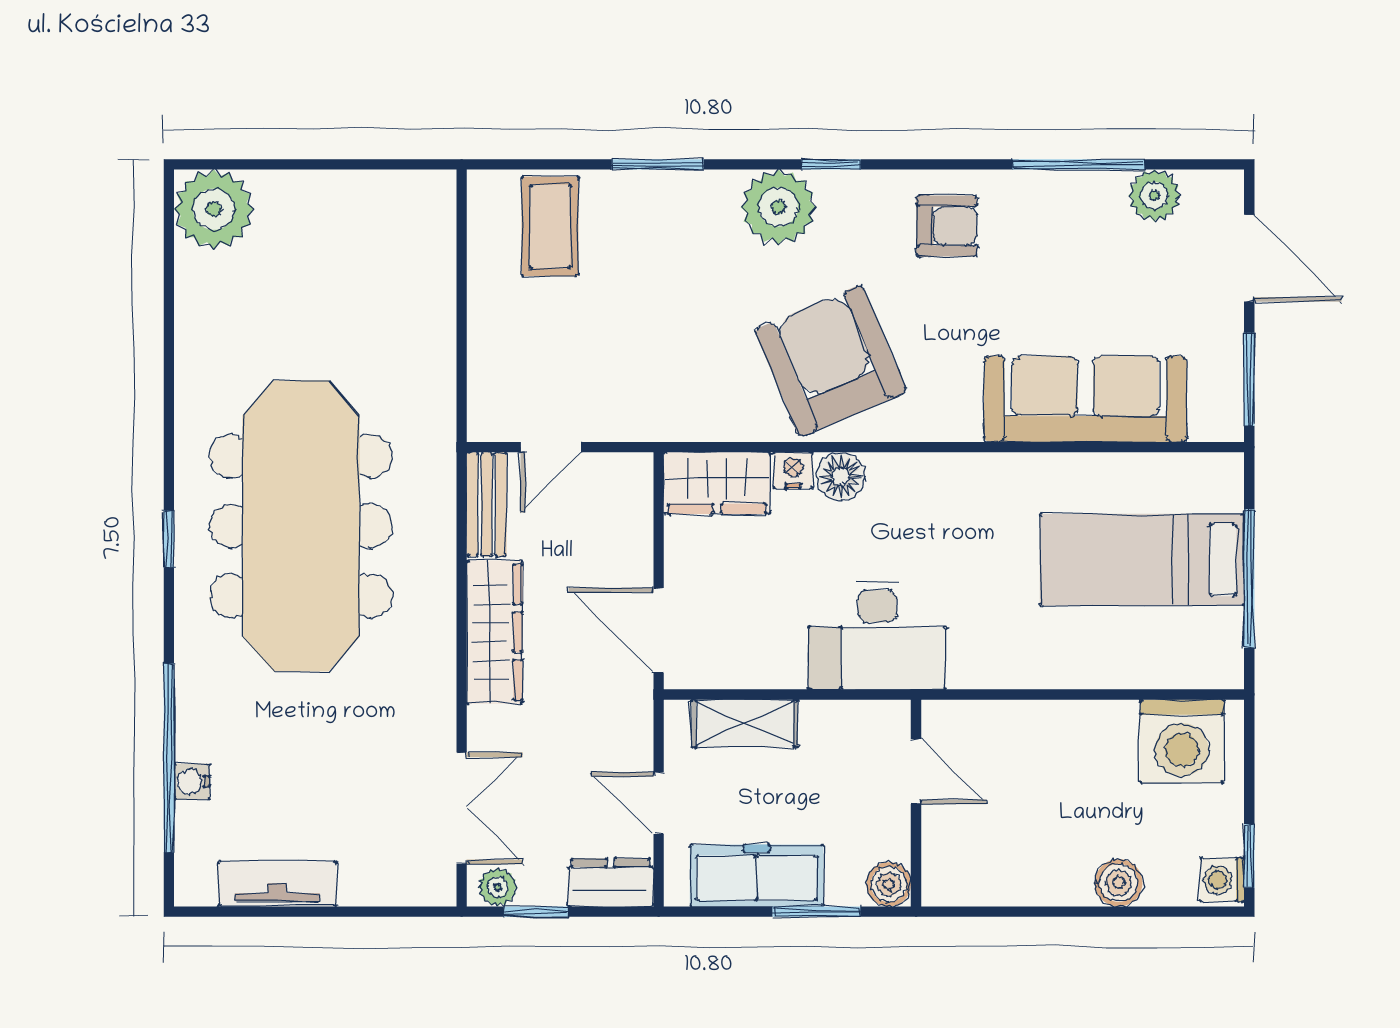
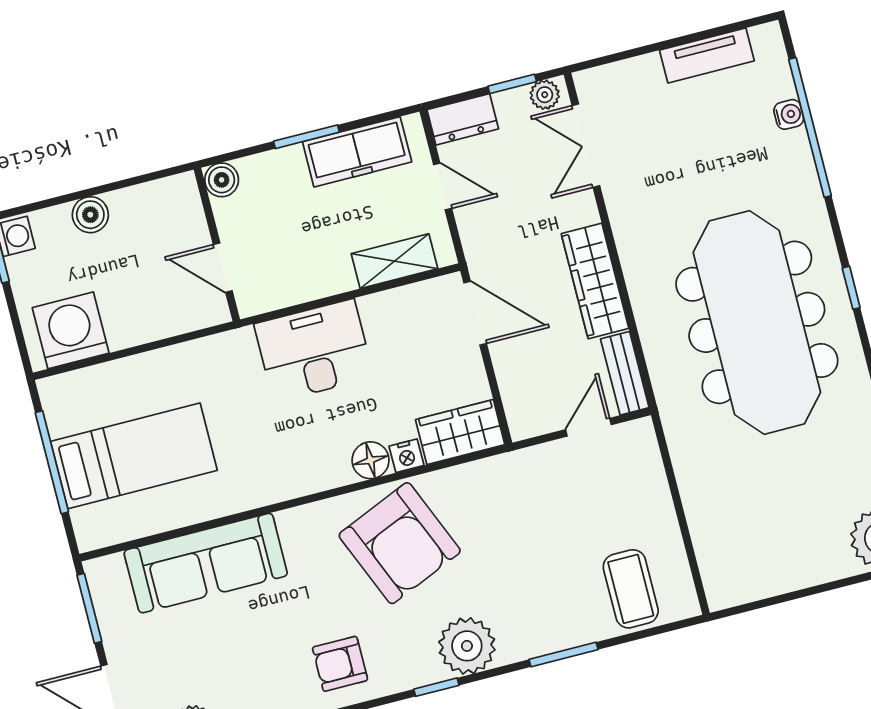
door: (916, 771) -> (223, 268), moved
wall: (916, 803) -> (217, 245), moved
boiler: (889, 884) -> (222, 180), moved

